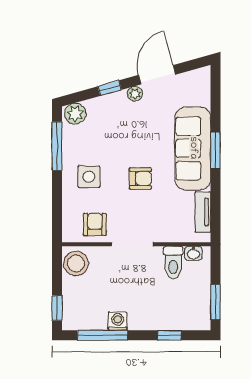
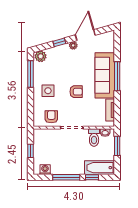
window: (215, 150) -> (117, 76), width x1.44
stool: (76, 263) -> (41, 138), removed
window: (215, 302) -> (117, 146), moved
window: (57, 308) -> (31, 151), moved
bathtub: (183, 318) -> (100, 168), added
washing machine: (118, 321) -> (45, 170), moved
window: (102, 335) -> (66, 177), moved

